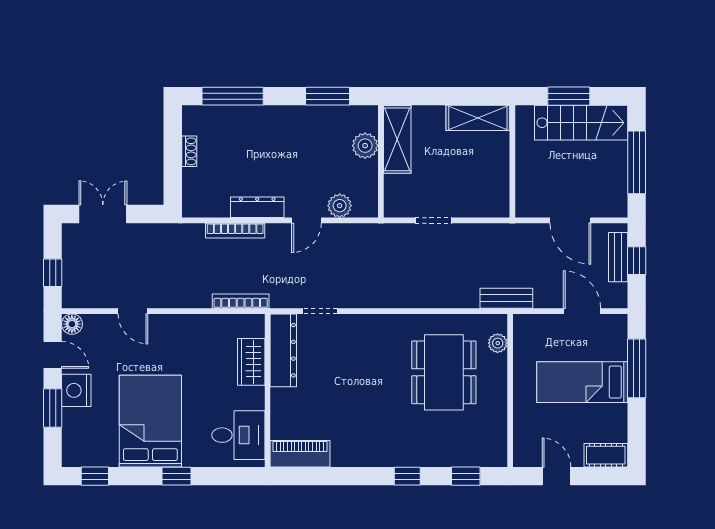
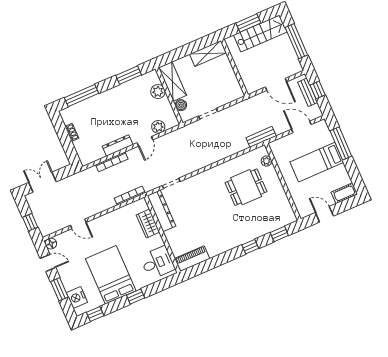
boiler: (394, 186) -> (181, 105), added
dining table: (444, 372) -> (246, 187), width x0.73
nightstand: (76, 390) -> (77, 297), moved

